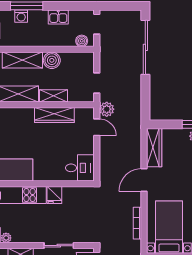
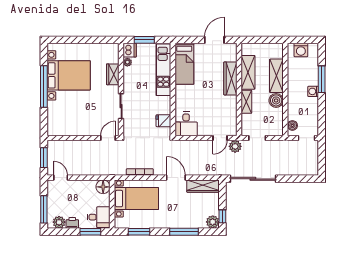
washing machine: (21, 16) -> (313, 91), moved
kitchen sink: (58, 17) -> (312, 106), removed
sliding door: (145, 47) -> (253, 179), moved
wardrobe: (54, 115) -> (230, 78), moved
fridge: (54, 195) -> (163, 121), moved

